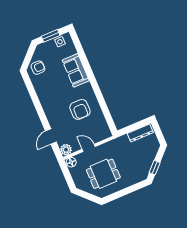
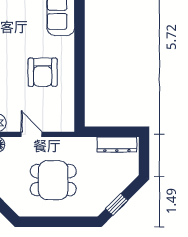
dining table: (103, 174) -> (53, 180), moved

